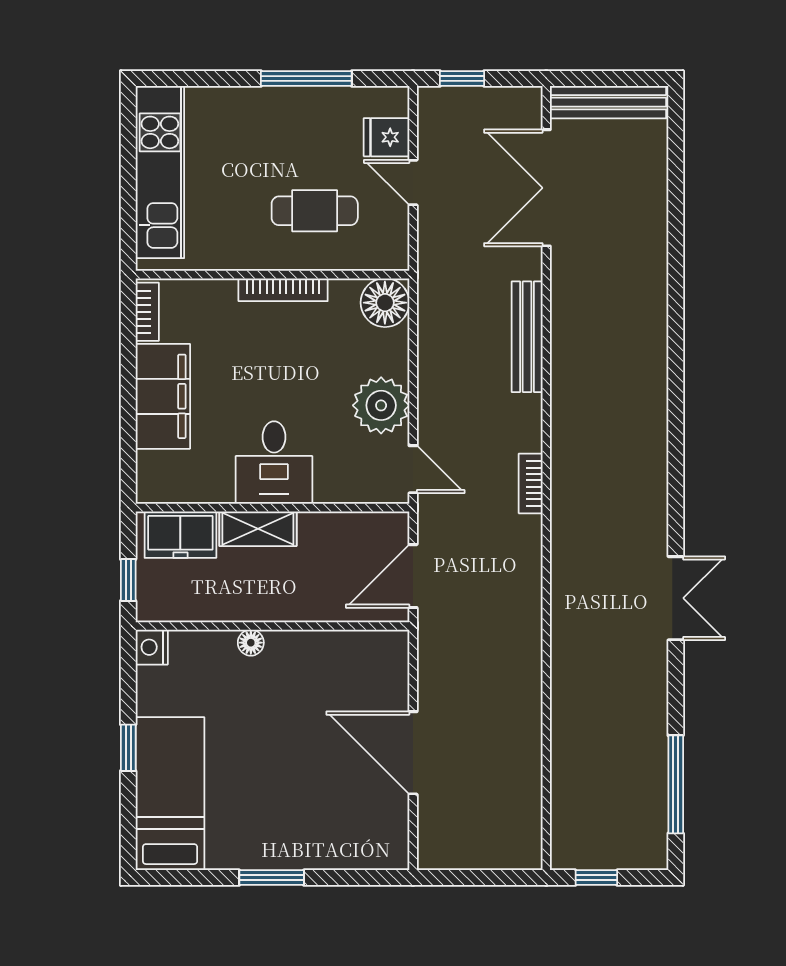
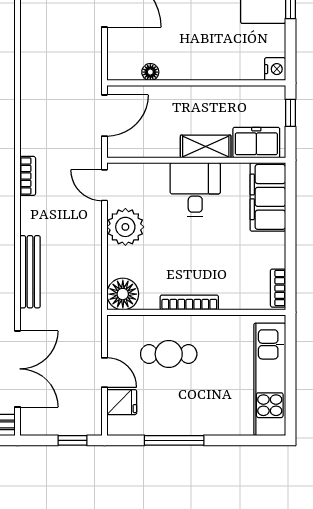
filing cabinet: (163, 396) -> (268, 197), moved
floor lamp: (251, 643) -> (150, 72), moved

